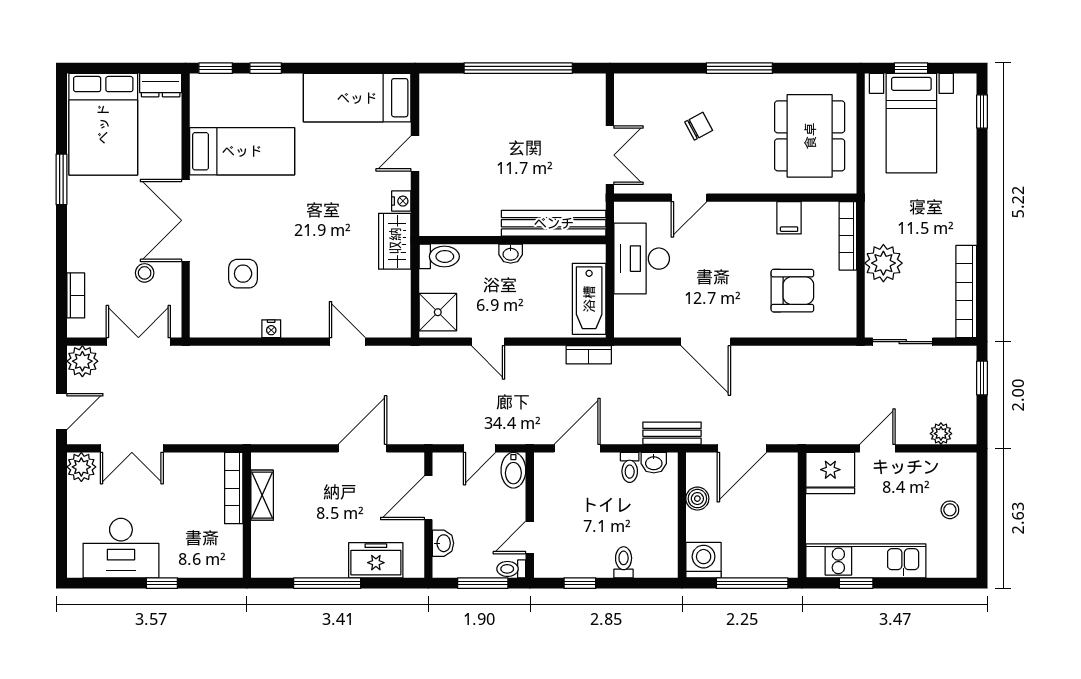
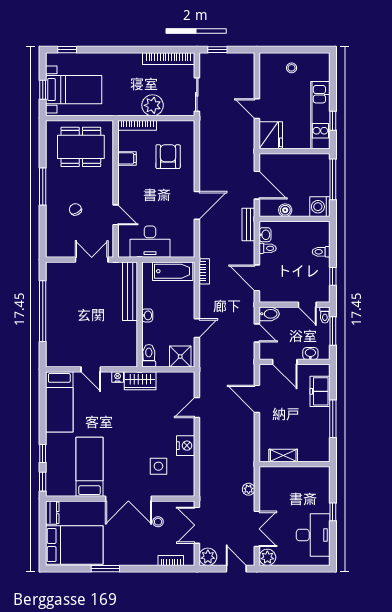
nightstand: (271, 329) -> (186, 446), width x1.89, depth x1.79
plant: (941, 434) -> (249, 489), moved
bookcase: (234, 488) -> (279, 471), removed

